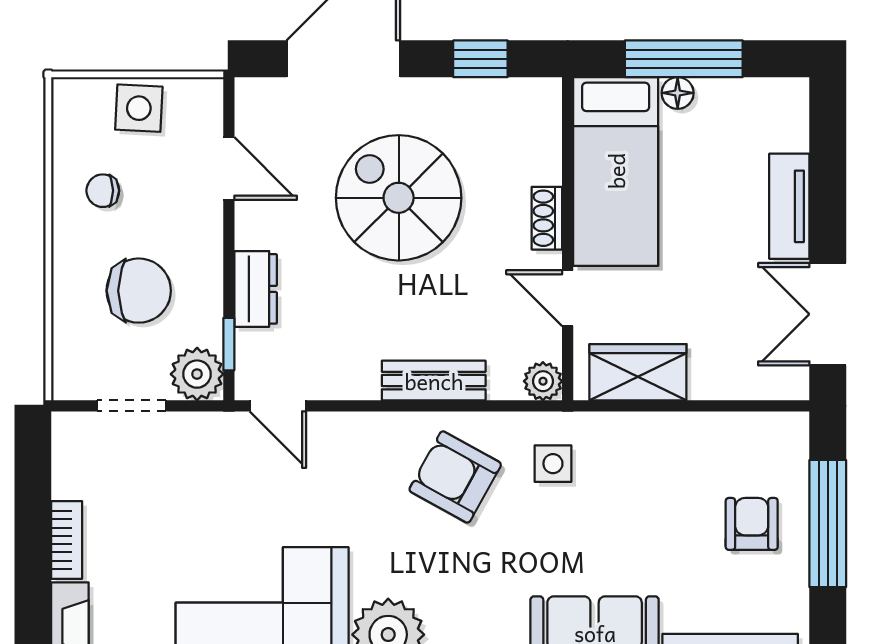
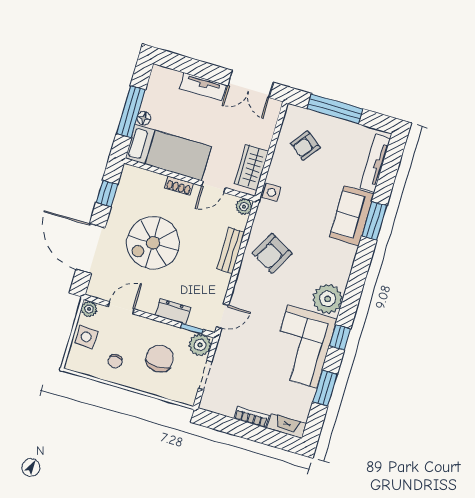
plant: (204, 96) -> (89, 309), added
side table: (553, 464) -> (271, 192), moved
armchair: (752, 524) -> (305, 146), moved, turned -53

